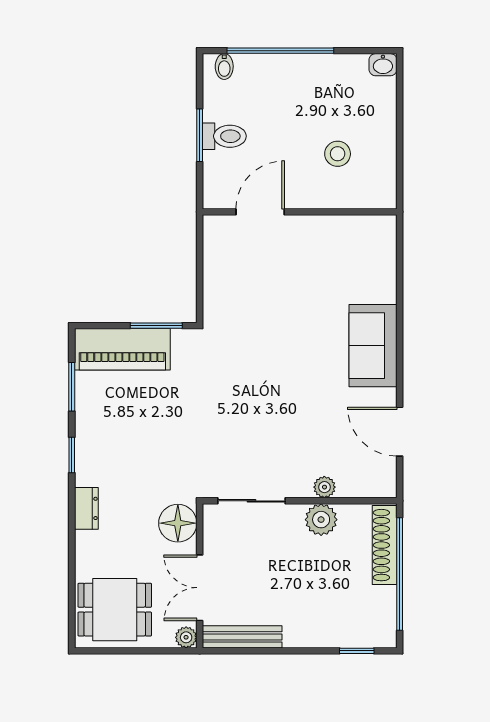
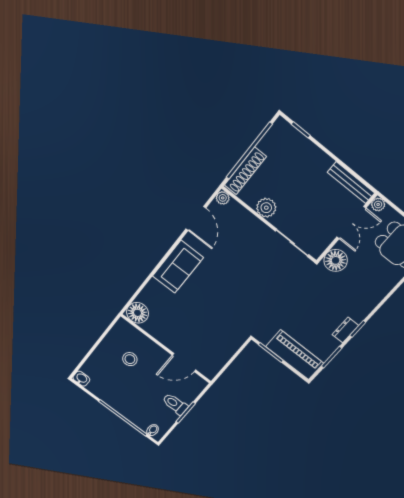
floor lamp: (378, 234) -> (138, 313), added
plant: (324, 487) -> (223, 198), moved
dresser: (86, 508) -> (345, 330), moved

